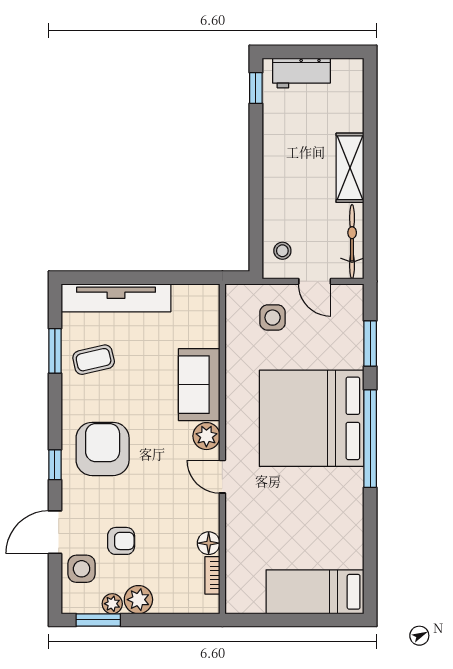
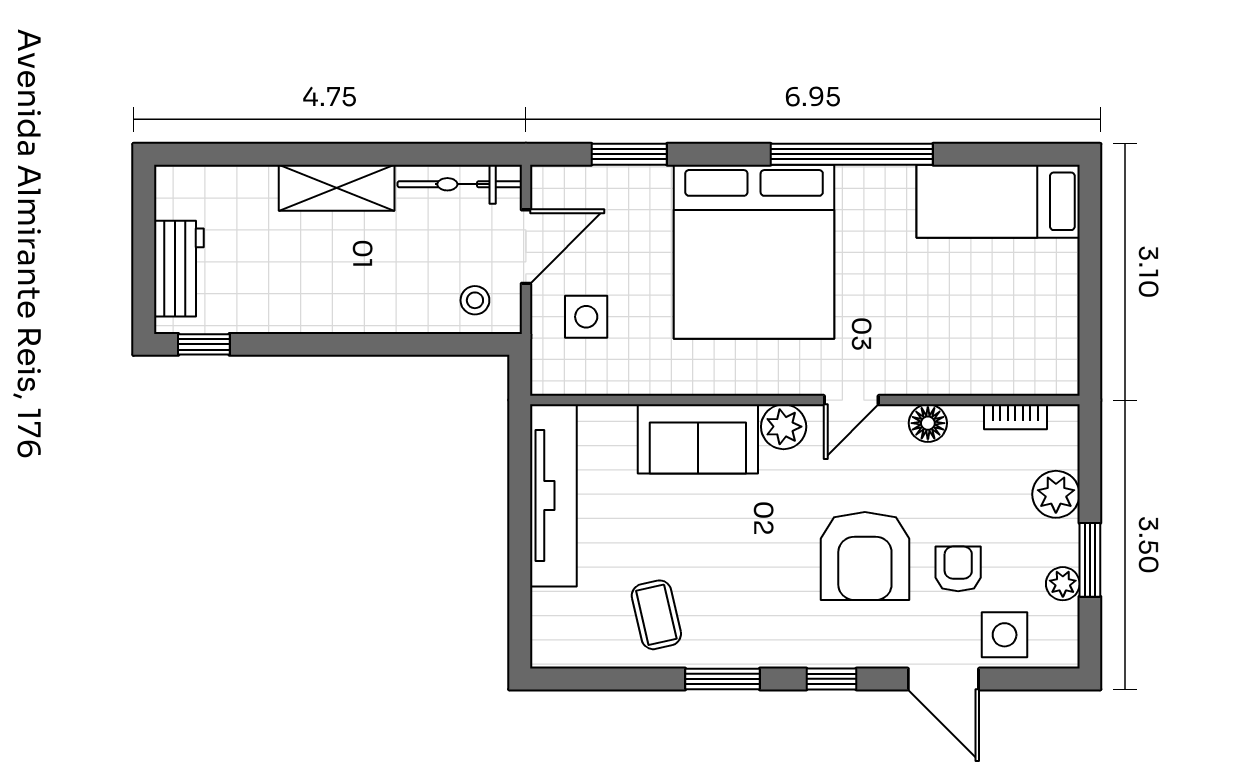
door: (315, 281) -> (526, 247), width x1.38
tv unit: (116, 298) -> (553, 495), moved
window: (55, 351) -> (722, 679), moved
window: (370, 439) -> (852, 154), moved
armchair: (103, 449) -> (865, 556), moved, turned -90
floor lamp: (209, 543) -> (928, 423), moved
bed: (315, 592) -> (998, 201), moved, turned 90
plant: (138, 600) -> (1056, 494), moved
window: (98, 620) -> (1090, 560), moved

